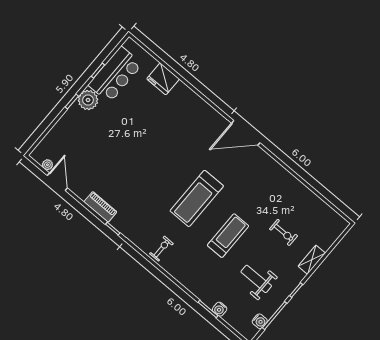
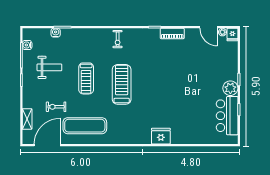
fridge: (163, 79) -> (161, 136), moved
door: (246, 133) -> (47, 145), moved
fridge: (39, 153) -> (232, 35), added
exercise mat: (270, 188) -> (85, 126), added
shelving: (312, 260) -> (27, 119), moved

